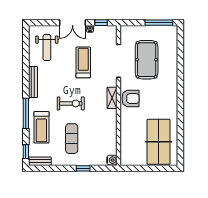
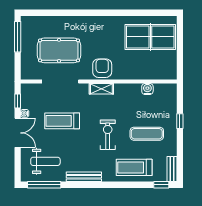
window: (26, 113) -> (44, 185), moved
treadmill: (41, 127) -> (134, 167), turned 180
water cooler: (112, 160) -> (147, 89), moved

